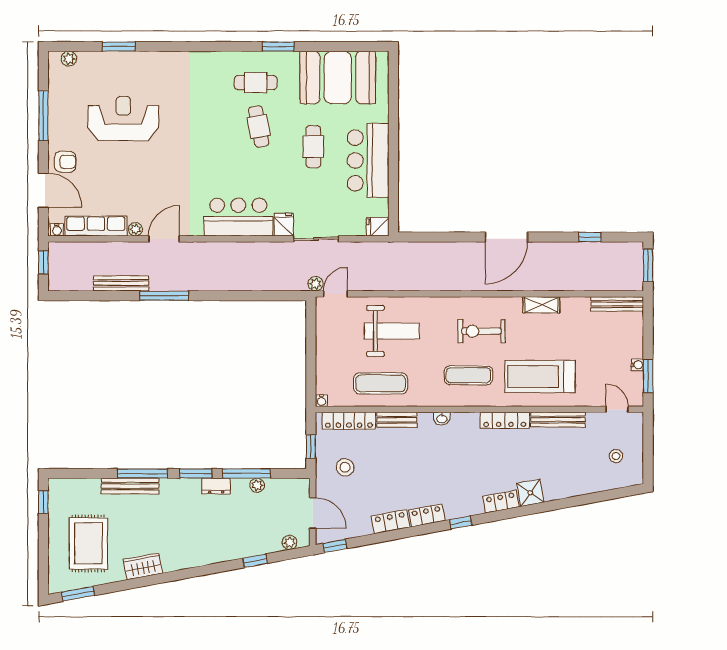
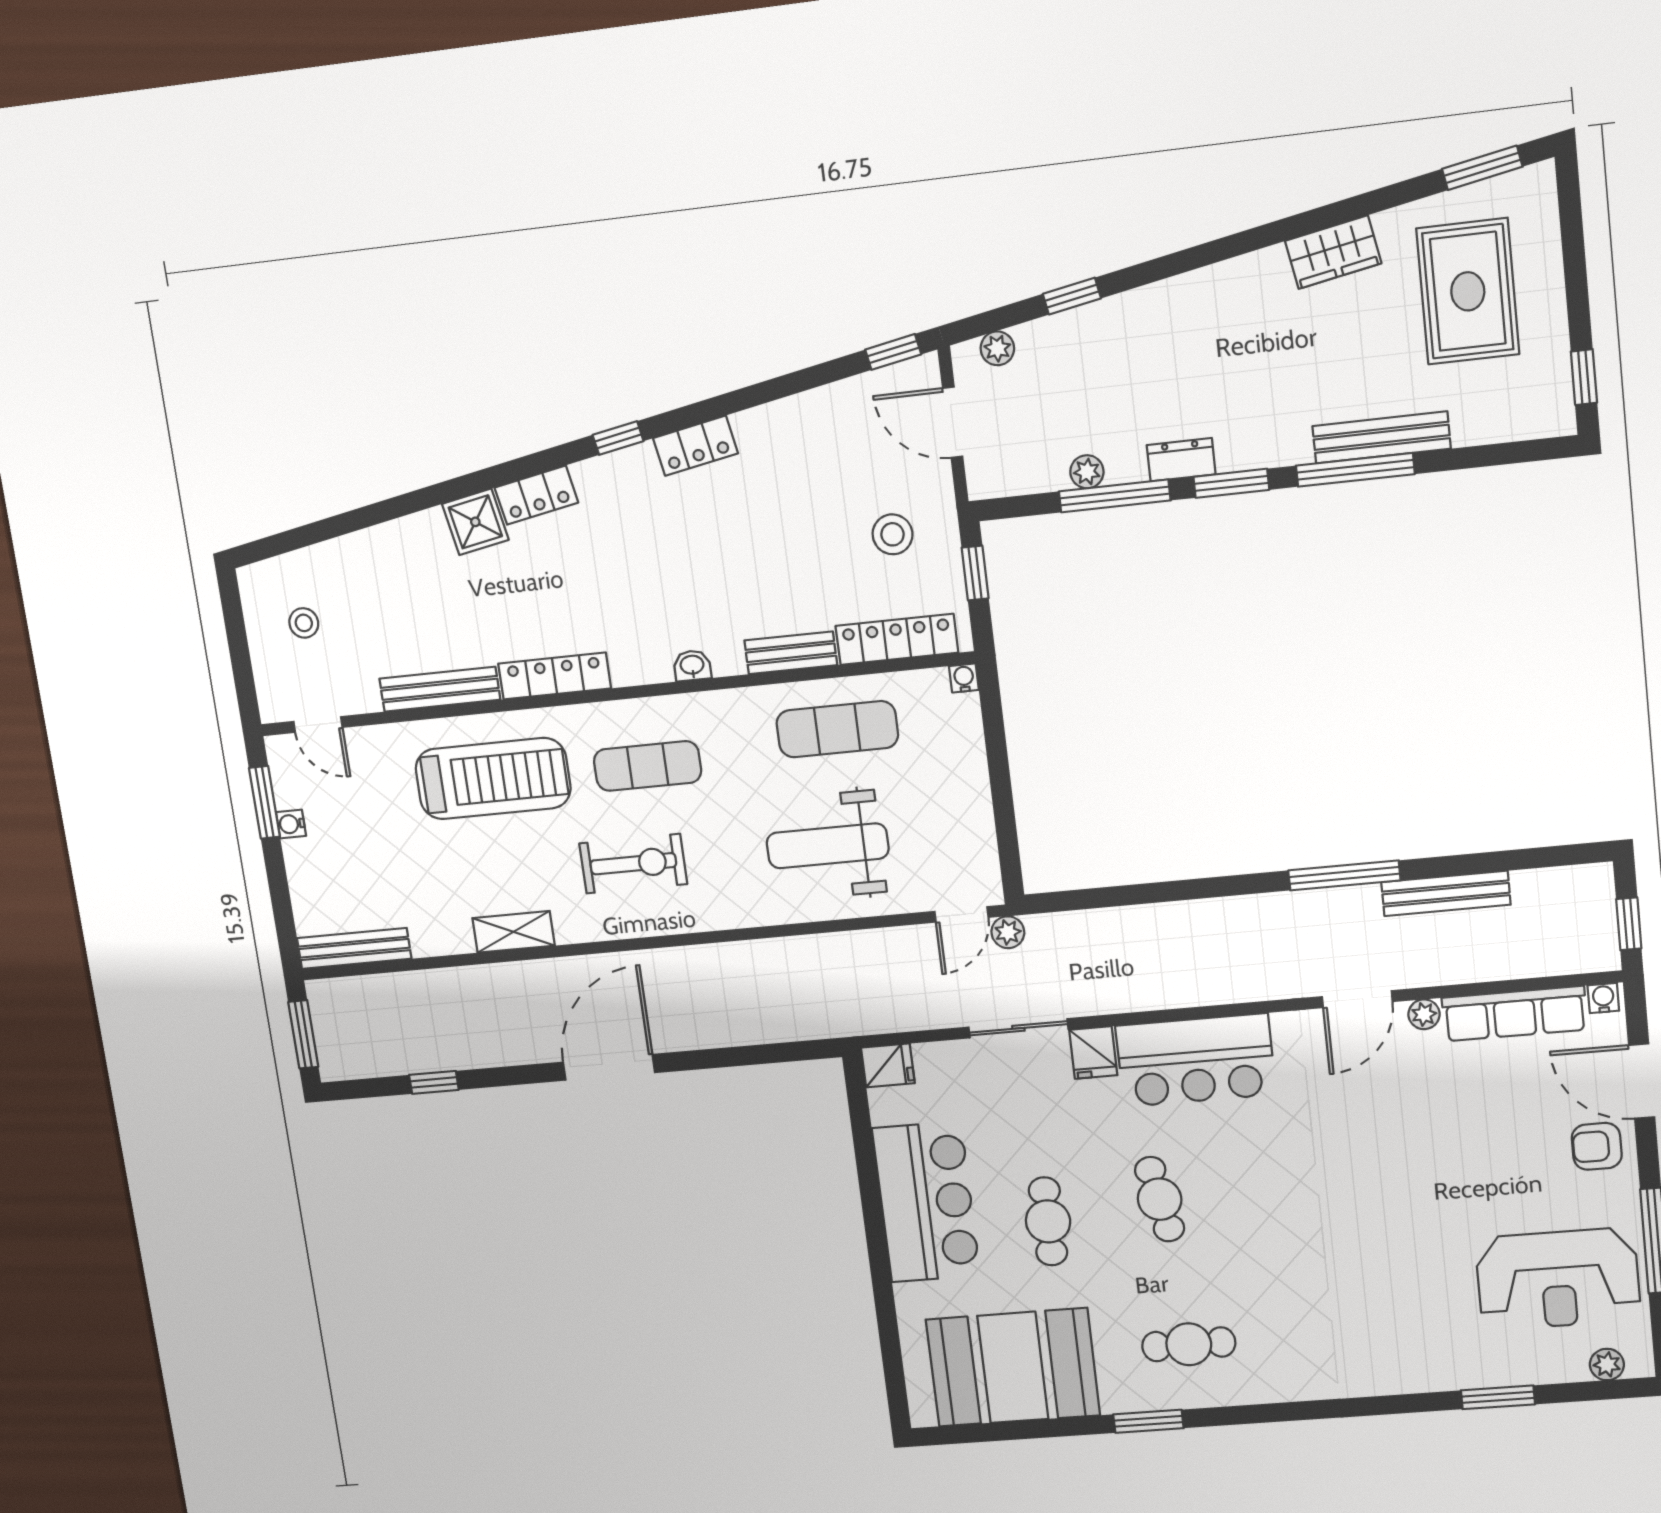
reception desk: (123, 119) -> (1558, 1279), moved
cafe table: (259, 126) -> (1160, 1199), moved
locker: (391, 522) -> (775, 422), removed

